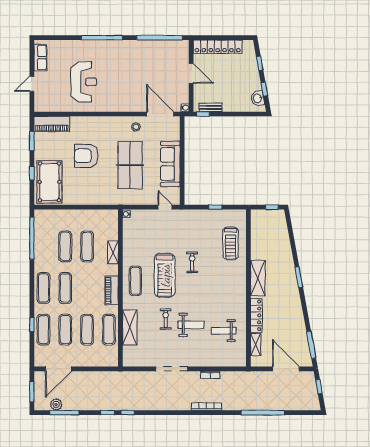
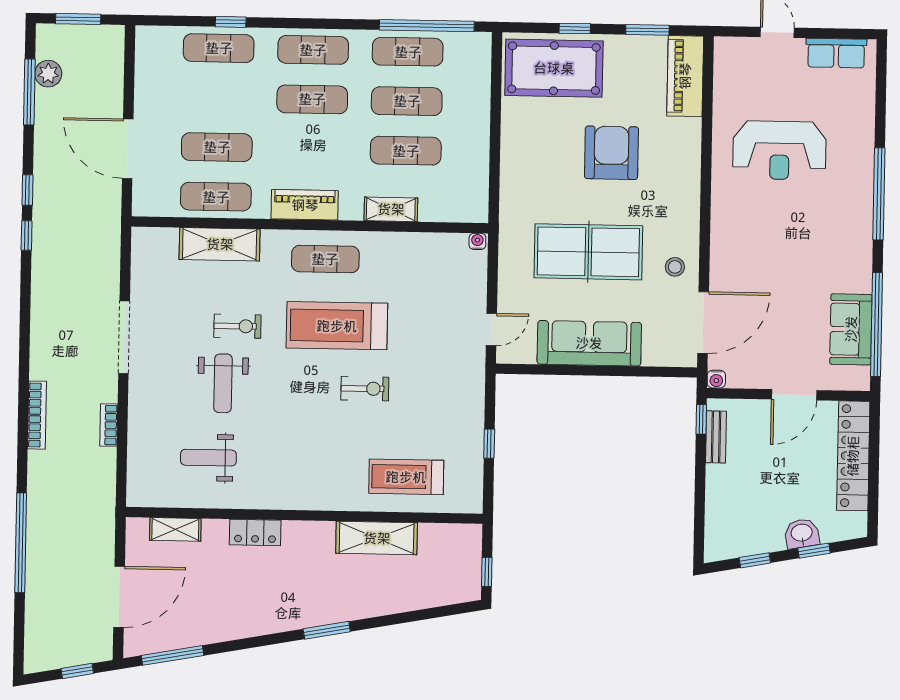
sofa: (162, 49) -> (851, 329), added
washbasin: (258, 98) -> (802, 533), moved
shelving: (258, 278) -> (377, 538), moved
locker: (256, 315) -> (255, 532), width x0.66
exercise mat: (65, 330) -> (408, 52), moved
weight bench: (224, 331) -> (208, 458), turned -90
door: (58, 369) -> (128, 149), moved

